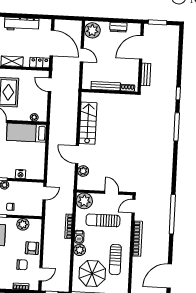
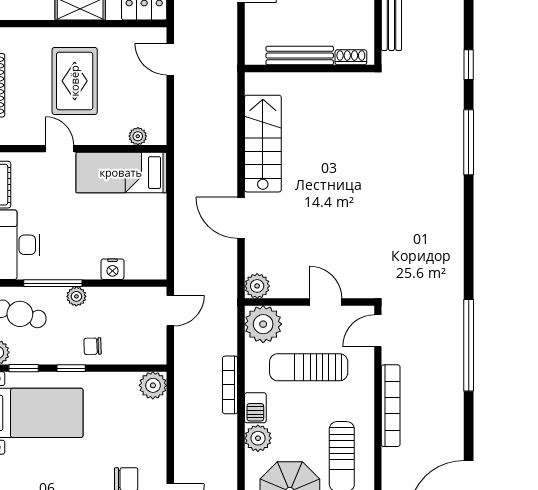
plant: (83, 171) -> (257, 286), moved
plant: (23, 224) -> (153, 385), moved
armchair: (32, 248) -> (147, 439), removed

